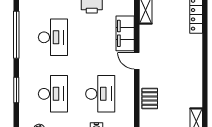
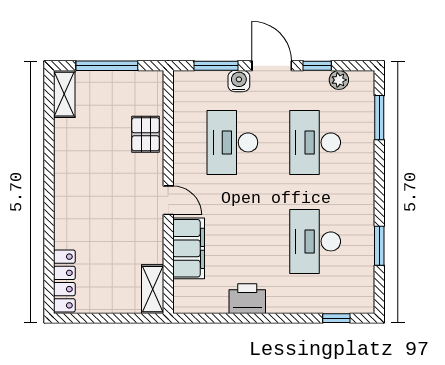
window: (16, 35) -> (379, 246), width x0.47
window: (16, 90) -> (379, 118), moved

